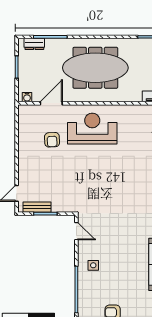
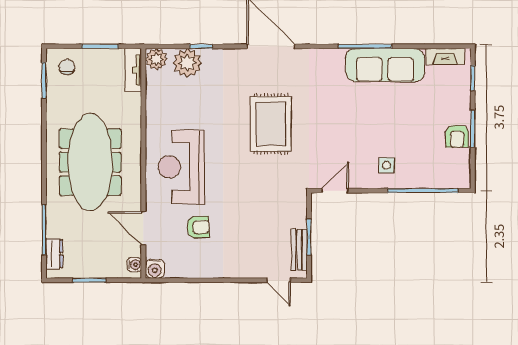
water cooler: (24, 111) -> (155, 269), added
rug: (121, 188) -> (271, 124), added

